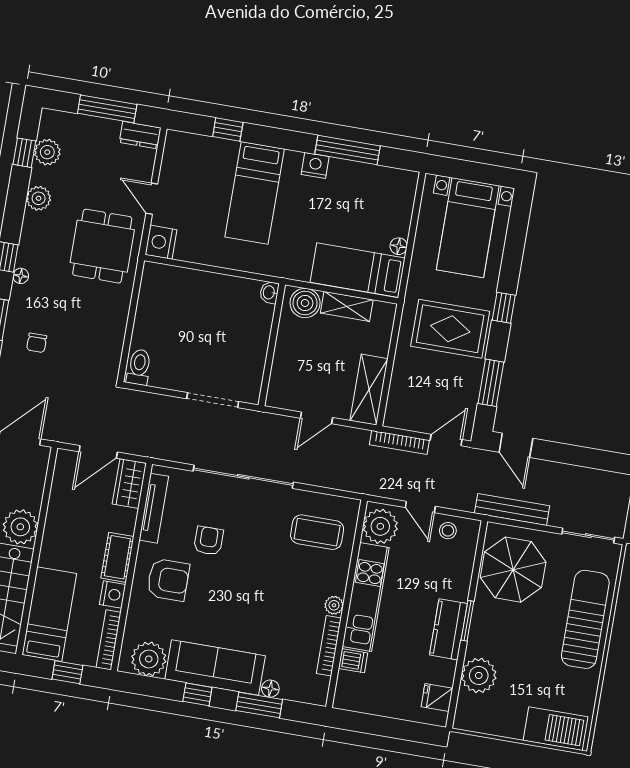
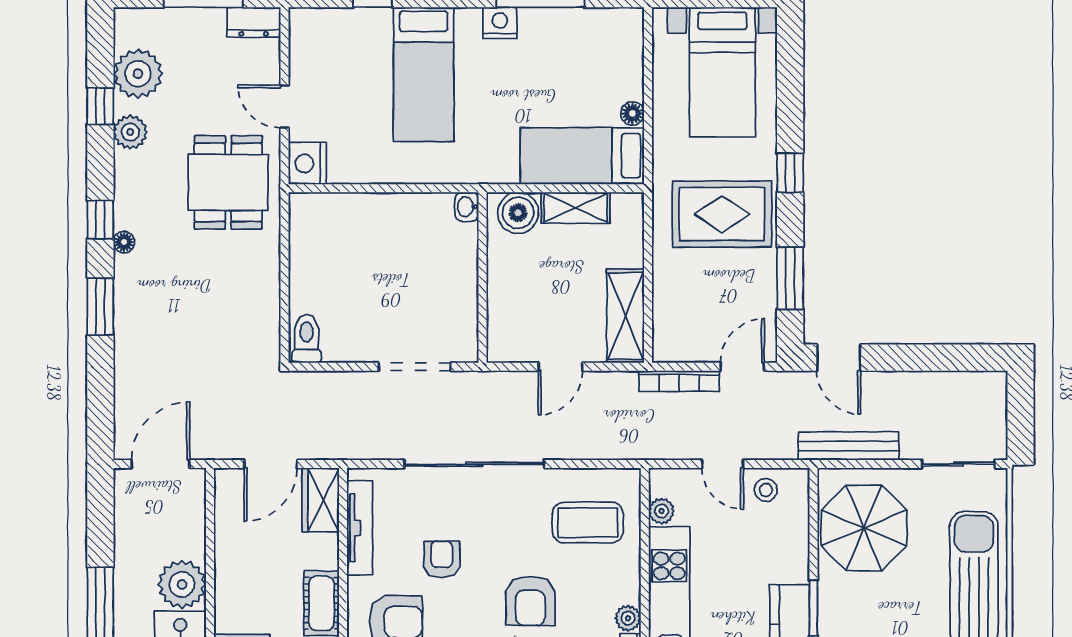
plant: (47, 152) -> (138, 74), width x1.36, depth x1.36
window: (24, 153) -> (100, 106), moved
chair: (37, 343) -> (161, 330), removed
plant: (380, 526) -> (661, 511), width x0.53, depth x0.53
armchair: (266, 581) -> (530, 601), added

